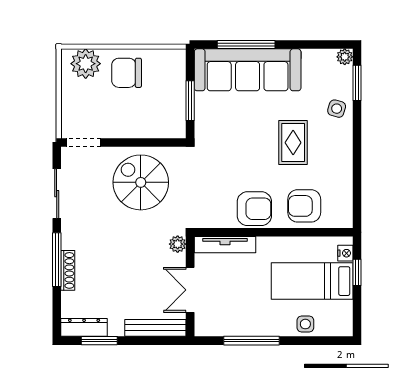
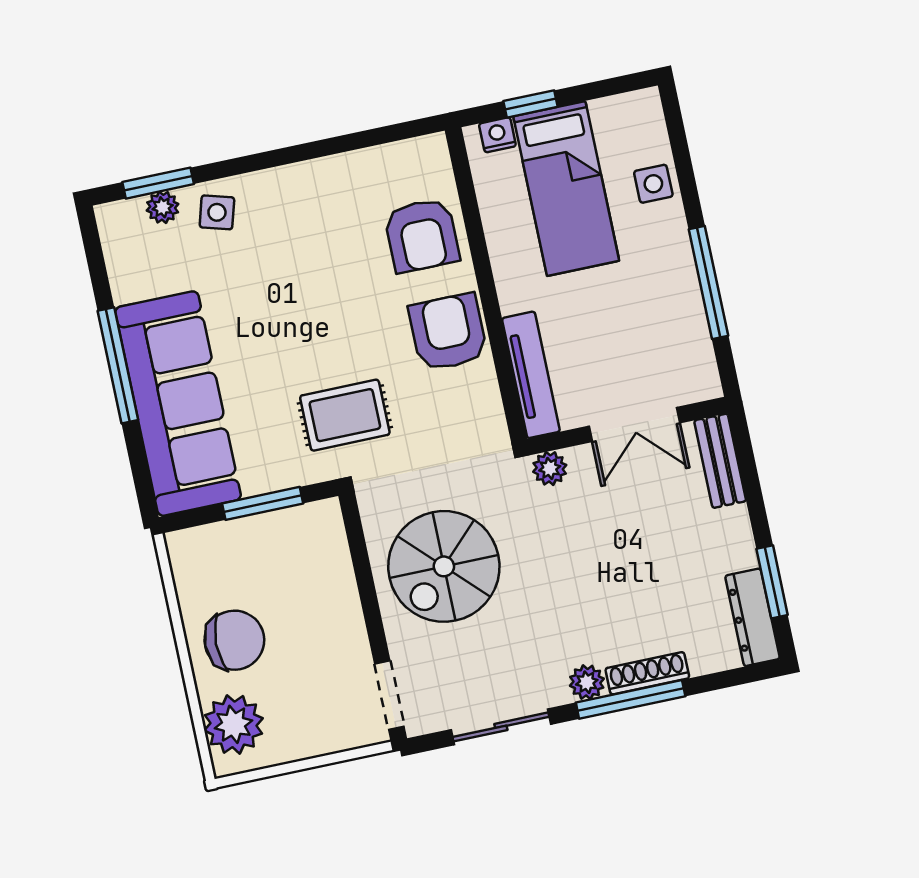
window: (246, 45) -> (118, 365), moved
plant: (345, 57) -> (163, 207), moved
chair: (127, 73) -> (234, 640), turned -89
rug: (293, 143) -> (345, 415), moved
plant: (70, 240) -> (587, 682), added
bench: (155, 328) -> (720, 461), width x0.73

